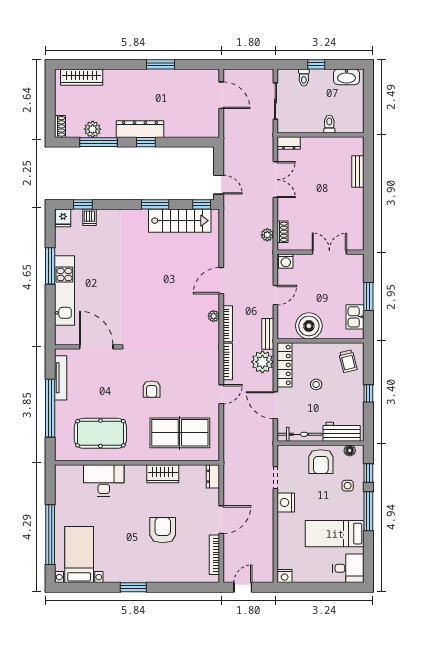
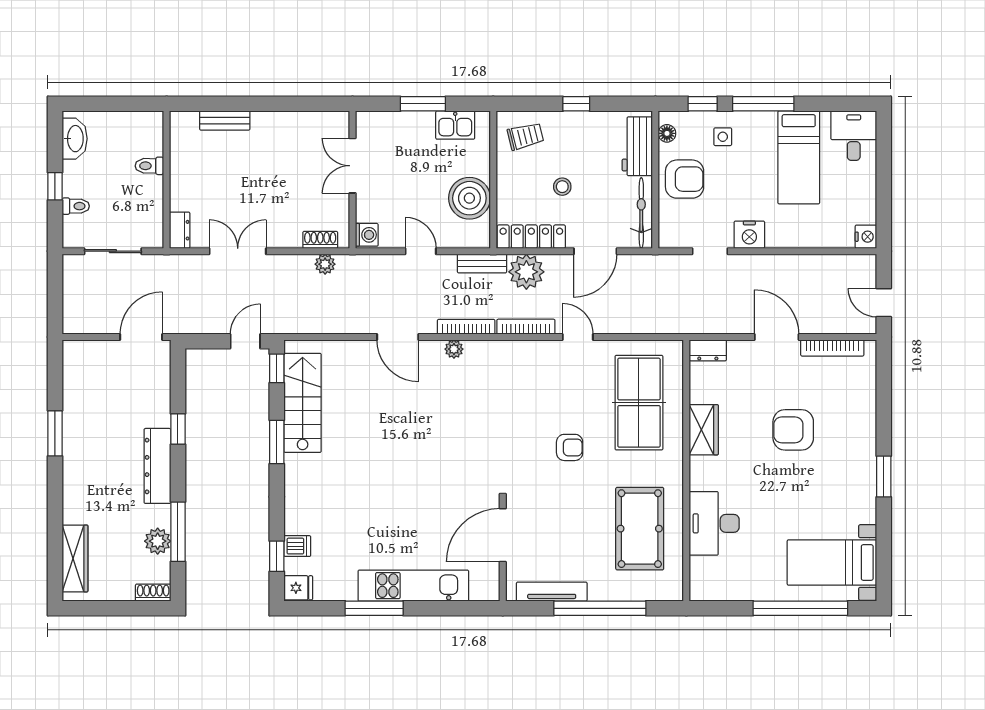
door: (221, 95) -> (141, 337), moved
window: (146, 142) -> (178, 429), moved

